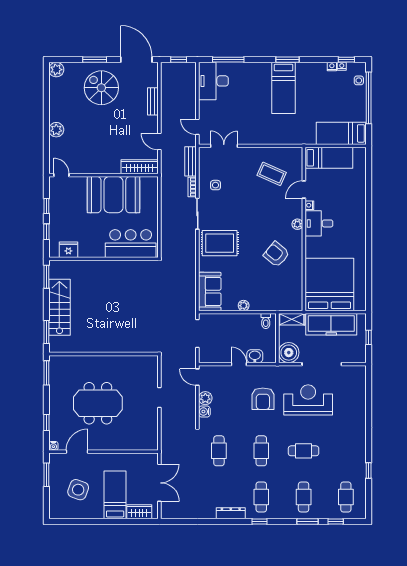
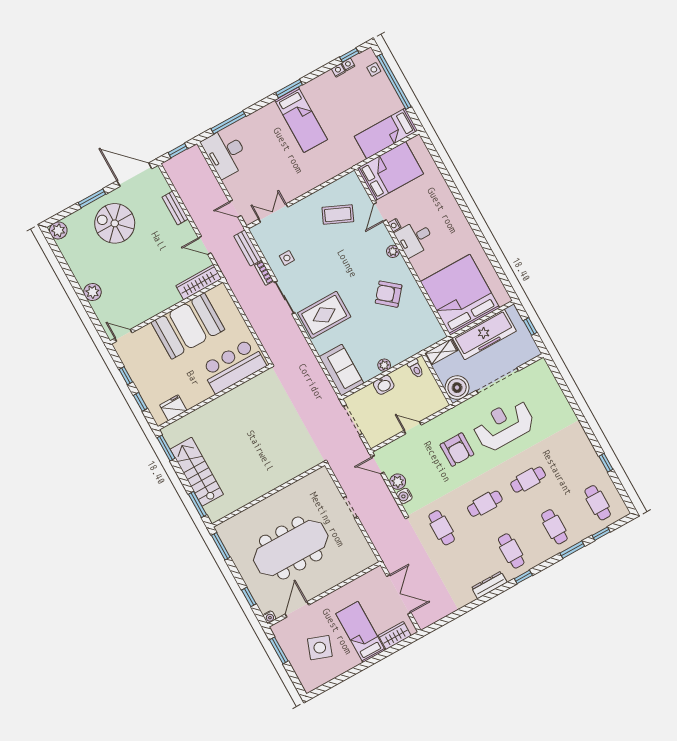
bed: (329, 158) -> (390, 171), width x1.50
washbasin: (255, 356) -> (384, 385), moved, turned 180
meeting table: (98, 403) -> (291, 548), width x1.36
cafe table: (261, 451) -> (485, 504), turned 90

